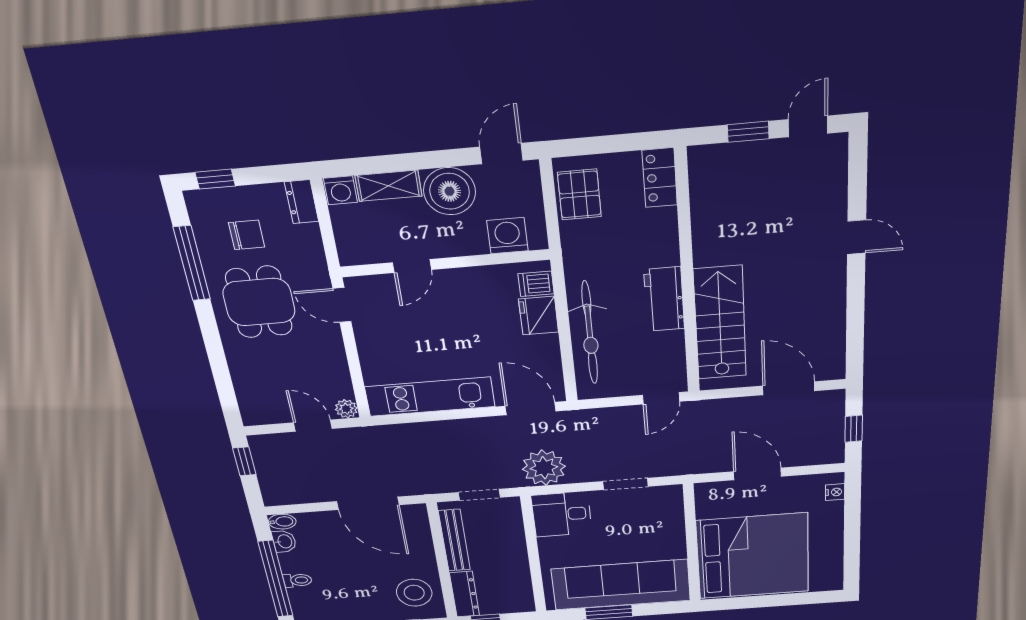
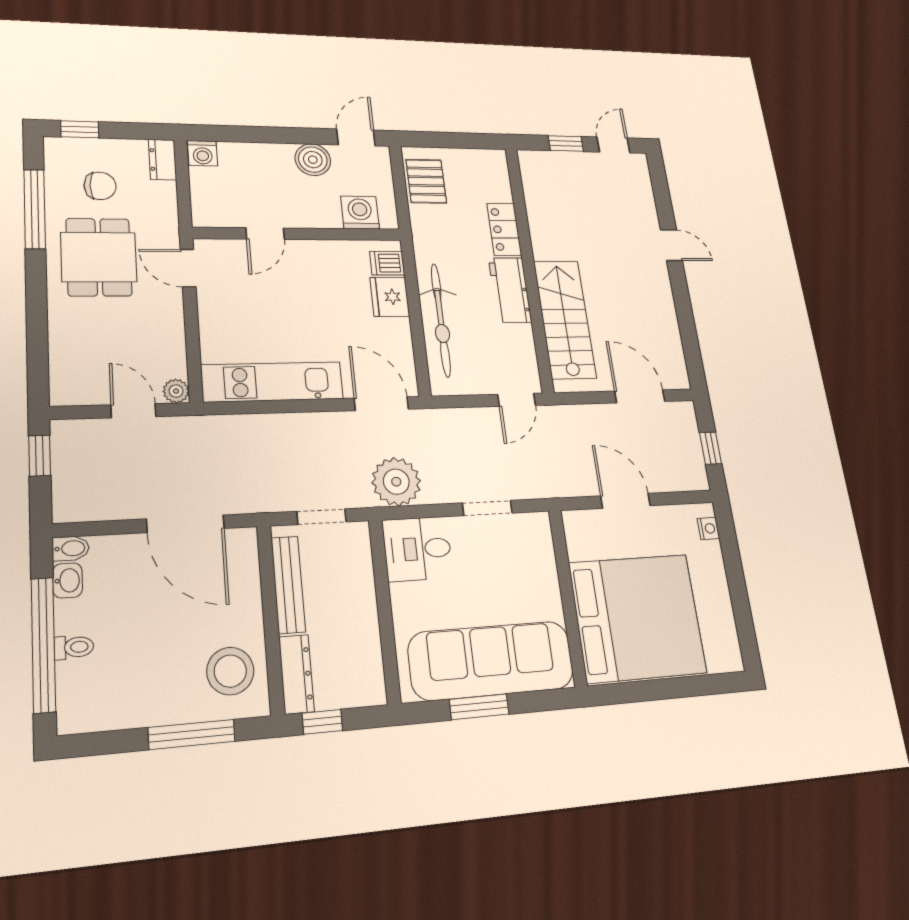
locker: (660, 178) -> (504, 229), moved
shelving: (388, 186) -> (250, 154), removed
boiler: (449, 191) -> (313, 160), width x0.73, depth x0.73

